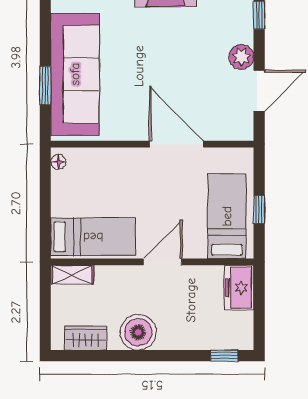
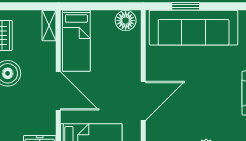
floor lamp: (58, 162) -> (126, 21), width x1.89, depth x1.89
door: (163, 262) -> (58, 91), width x1.36

